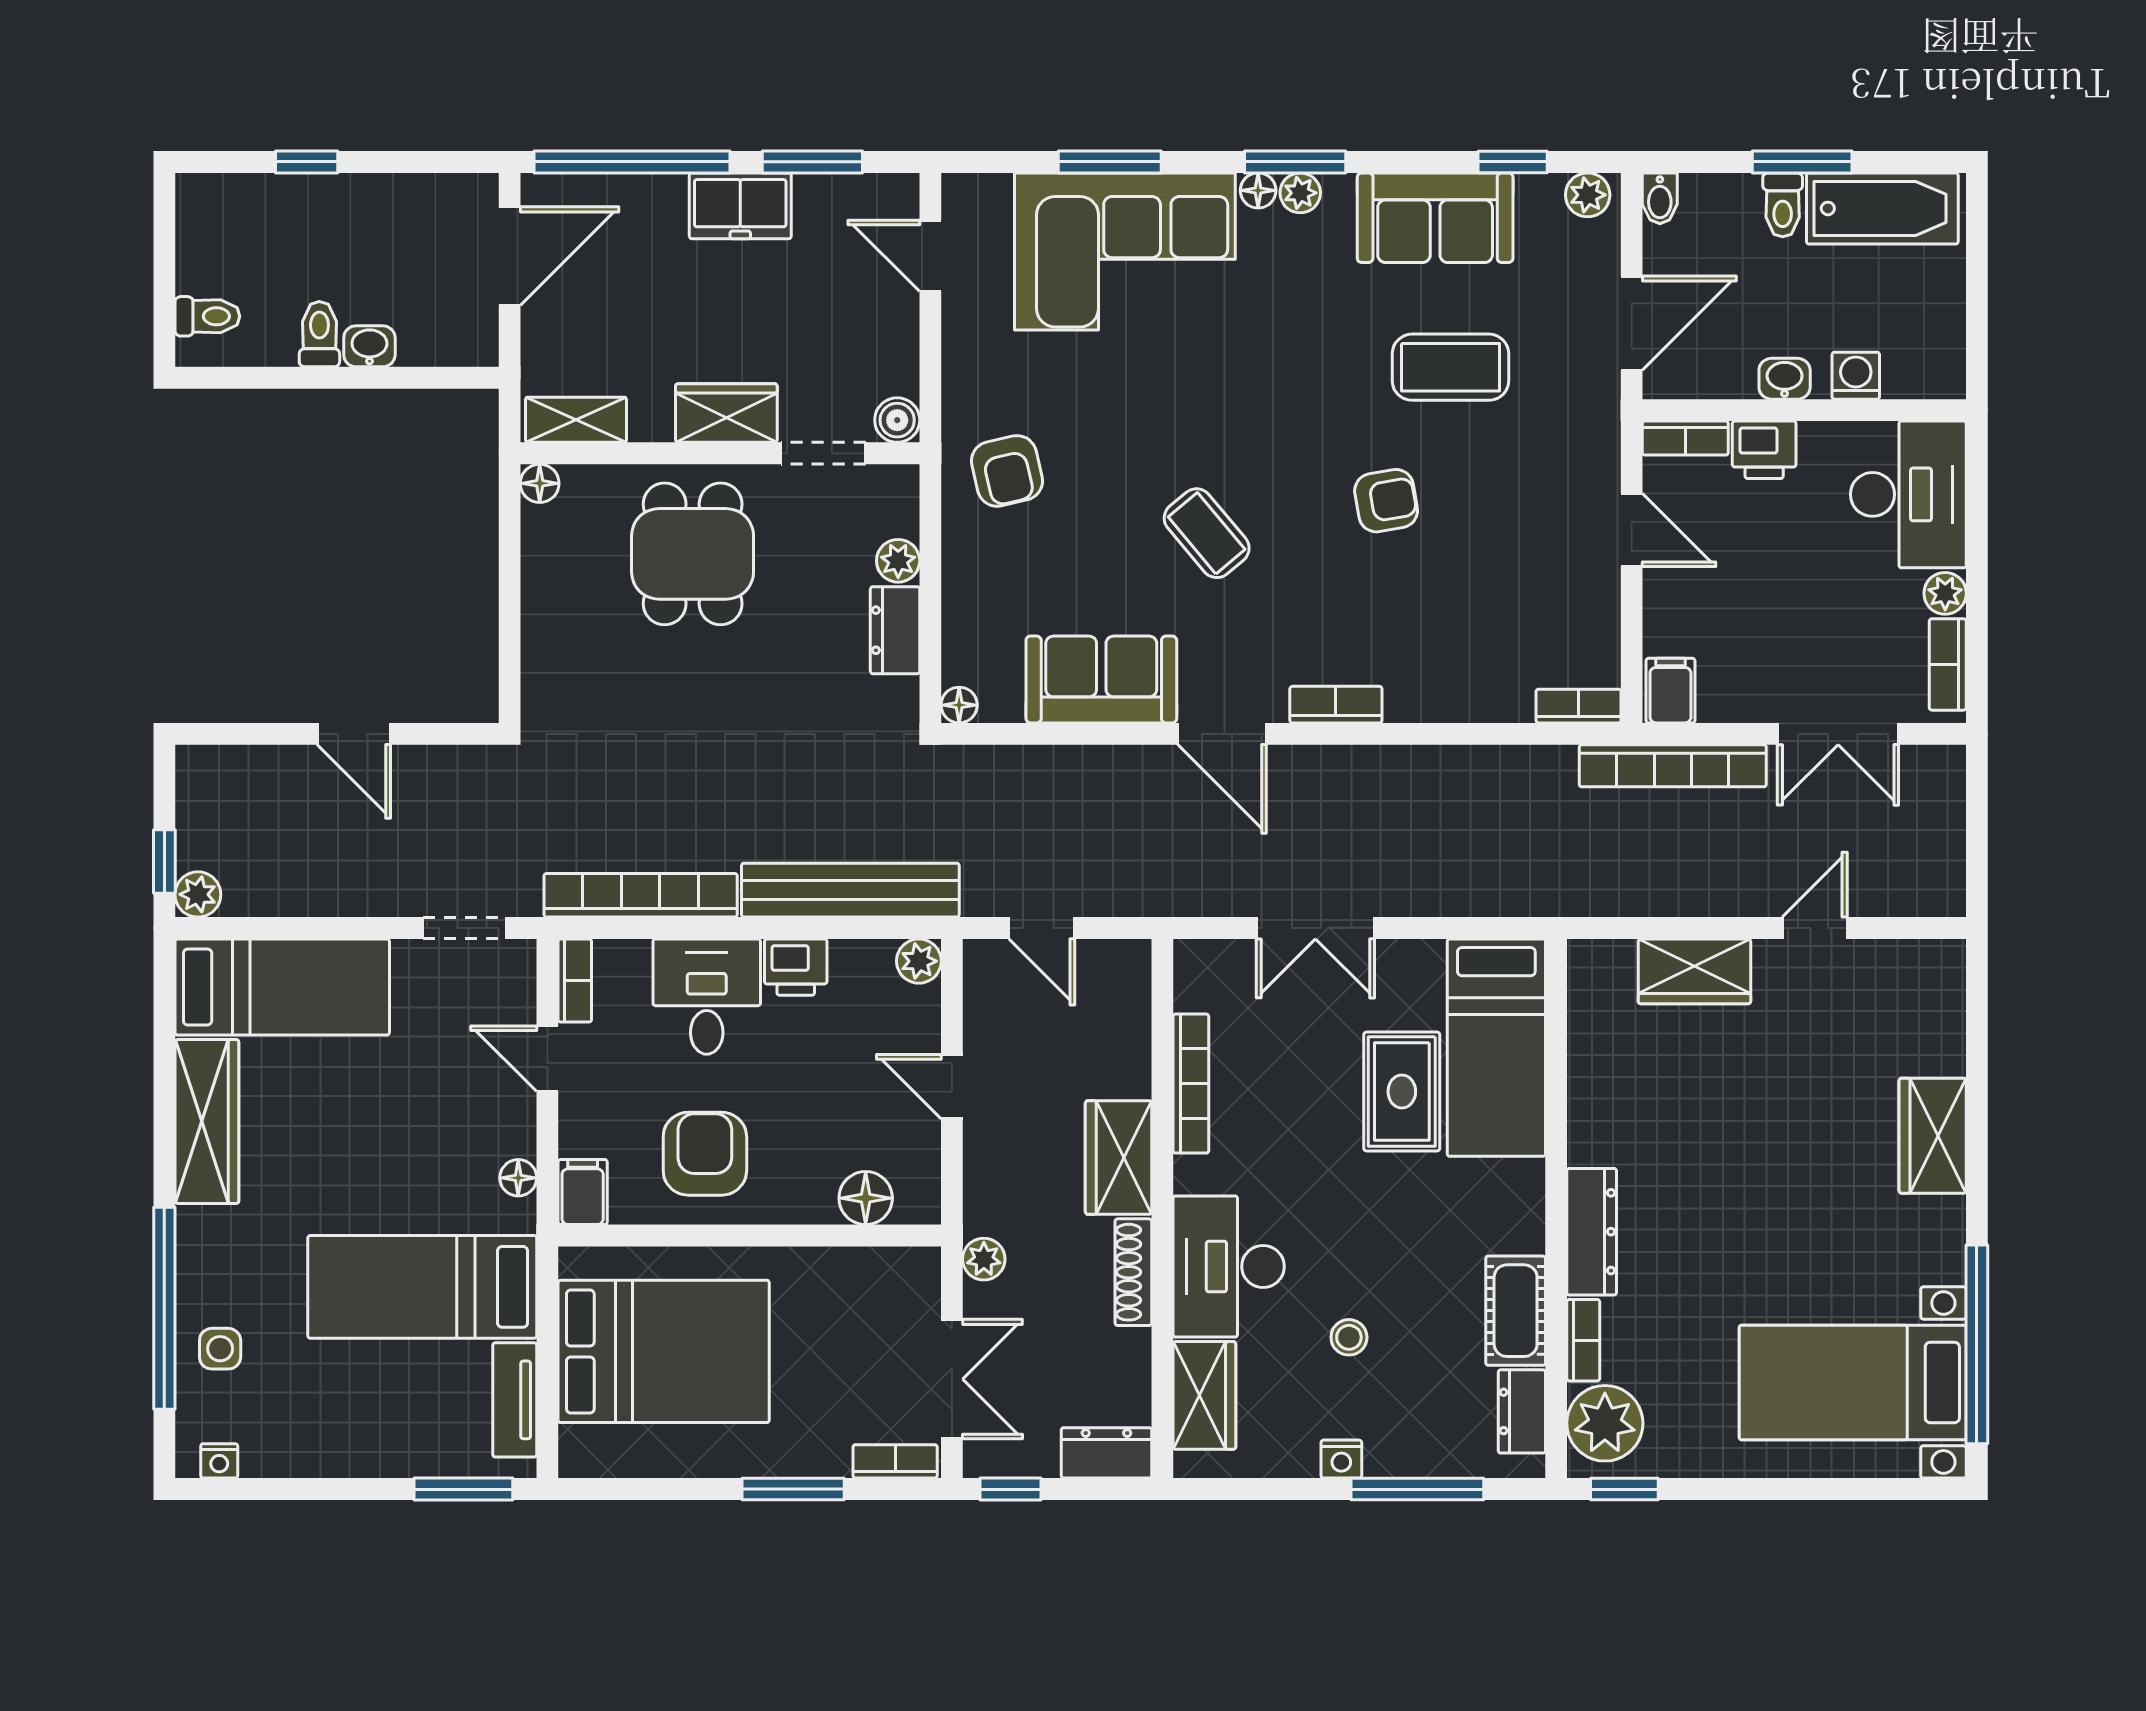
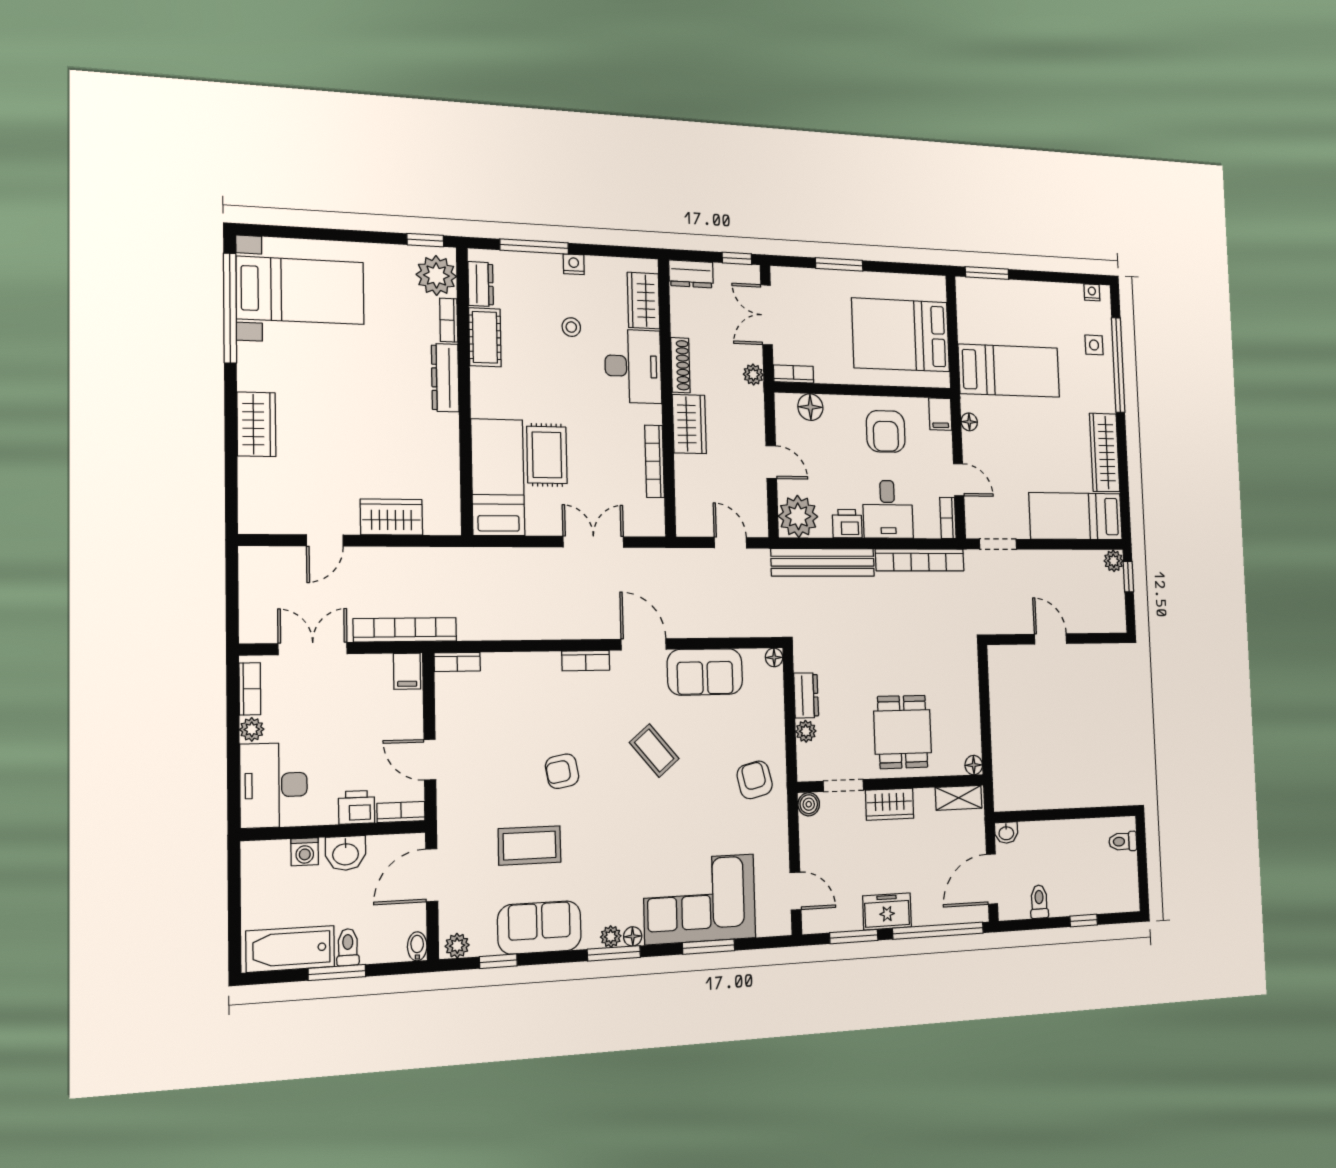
toilet: (319, 334) -> (1039, 902), moved, turned 180
washbasin: (369, 346) -> (1006, 833), moved
washbasin: (1785, 379) -> (346, 853), width x1.38, depth x1.45
plant: (919, 961) -> (798, 516), width x1.87, depth x1.87
tv unit: (515, 1400) -> (966, 315), removed
bookcase: (895, 1461) -> (794, 374), moved, turned 180

